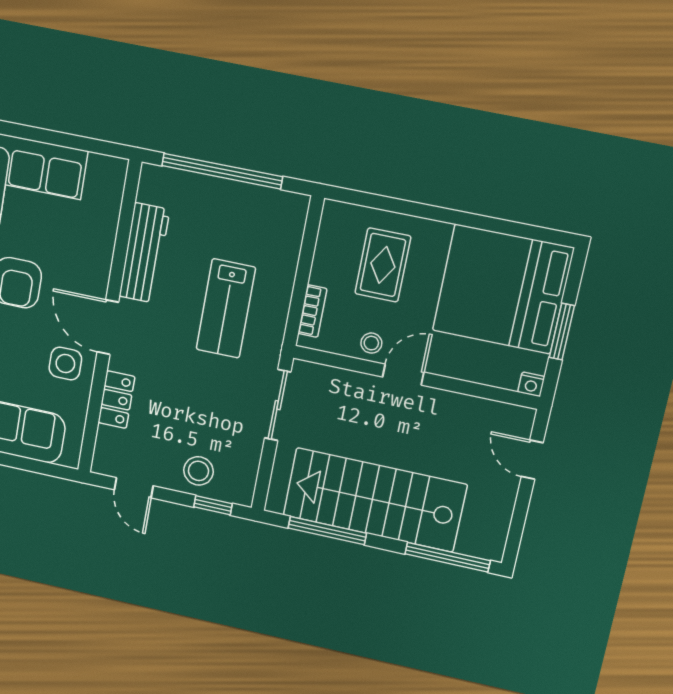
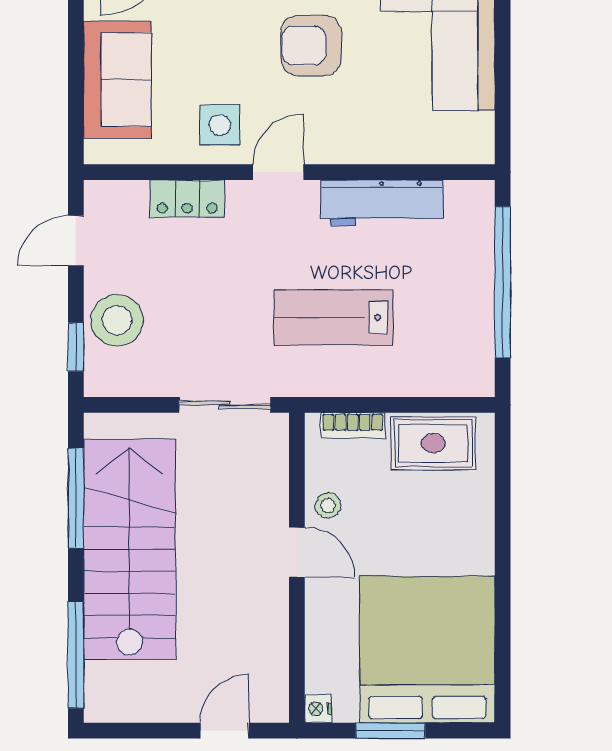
rug: (383, 265) -> (433, 443), moved
door: (108, 327) -> (278, 172), width x0.73
stool: (198, 471) -> (117, 320), width x1.38, depth x1.38

